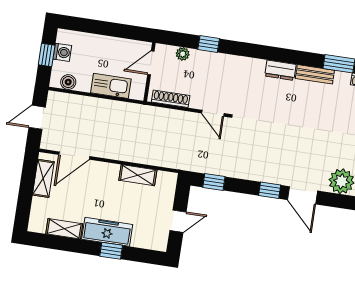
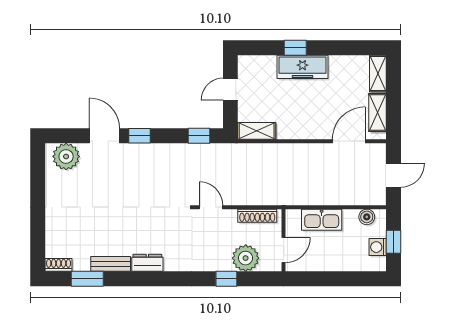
plant: (183, 54) -> (246, 258), width x1.88, depth x1.88
shelving: (138, 175) -> (257, 131), moved
shelving: (64, 229) -> (378, 73), moved, turned 90

